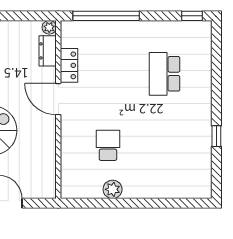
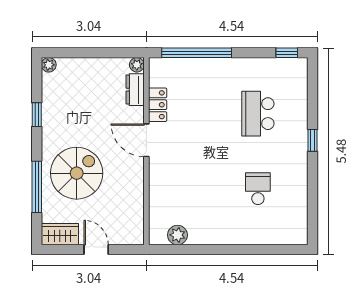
window: (216, 136) -> (312, 140), moved
school desk: (108, 145) -> (258, 189), moved
plant: (113, 189) -> (177, 235), moved

